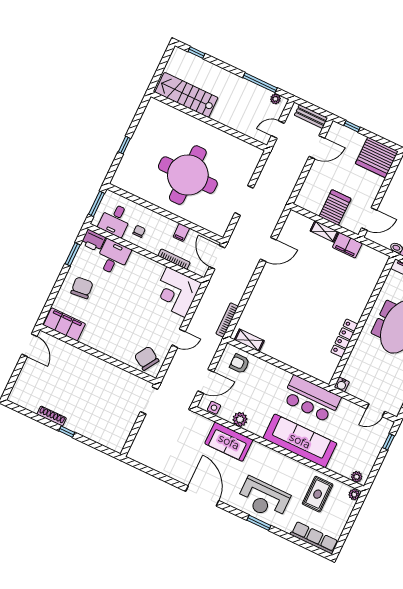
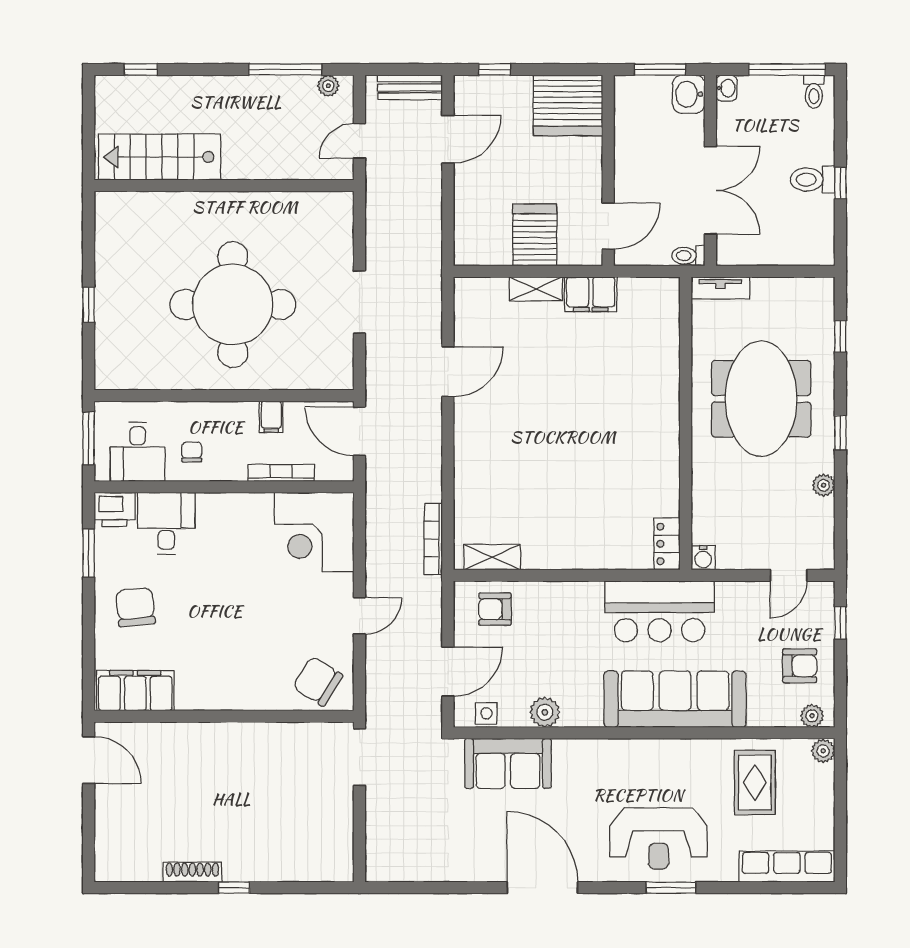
locker: (344, 338) -> (667, 544), moved, width x0.66
sofa: (229, 442) -> (508, 763), moved
armchair: (362, 452) -> (800, 666), added

